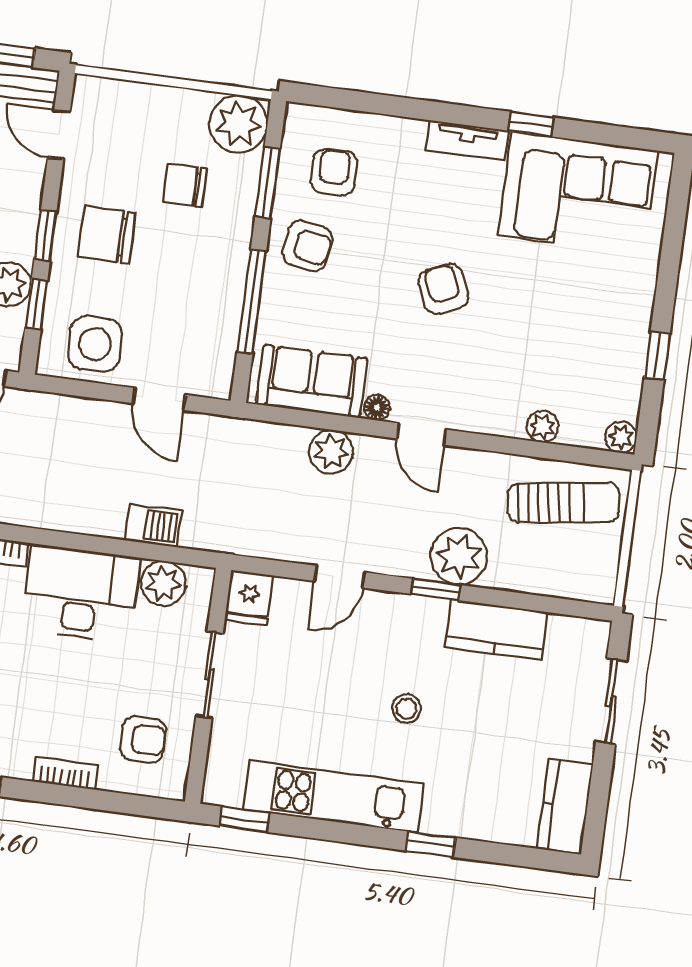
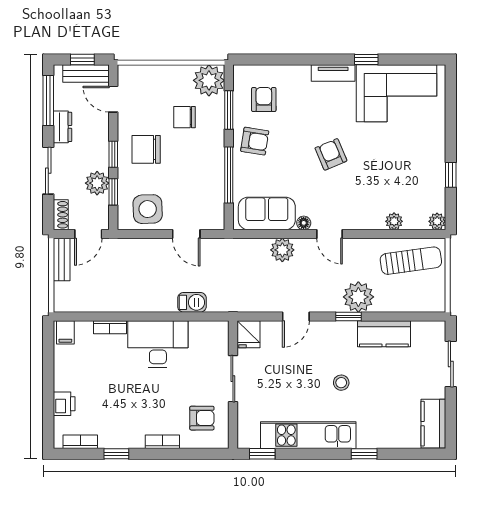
plant: (163, 583) -> (202, 333), removed

